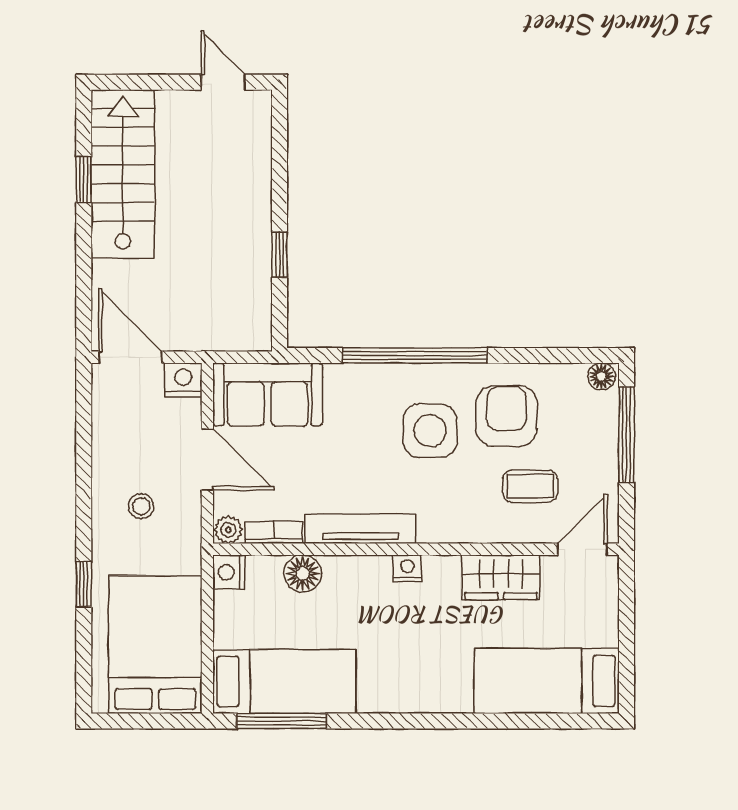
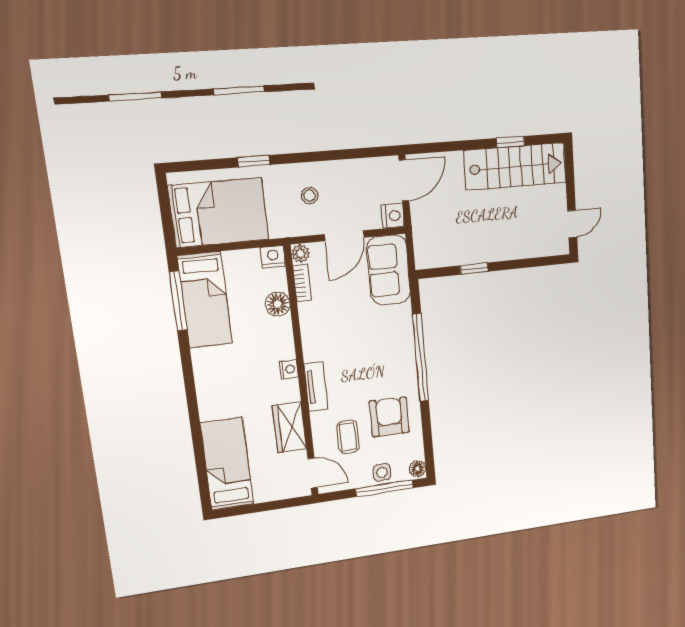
armchair: (506, 416) -> (389, 417), turned -90
side table: (430, 431) -> (382, 472), moved, width x0.54, depth x0.54
tv unit: (360, 529) -> (316, 387), moved, width x0.71

